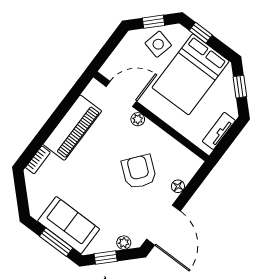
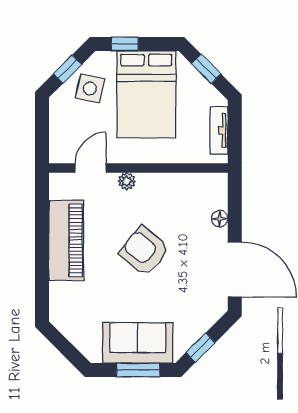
door: (121, 94) -> (91, 168), width x0.73
bookcase: (38, 160) -> (56, 300), removed
armchair: (139, 172) -> (144, 251), moved
plant: (124, 243) -> (208, 318), removed

